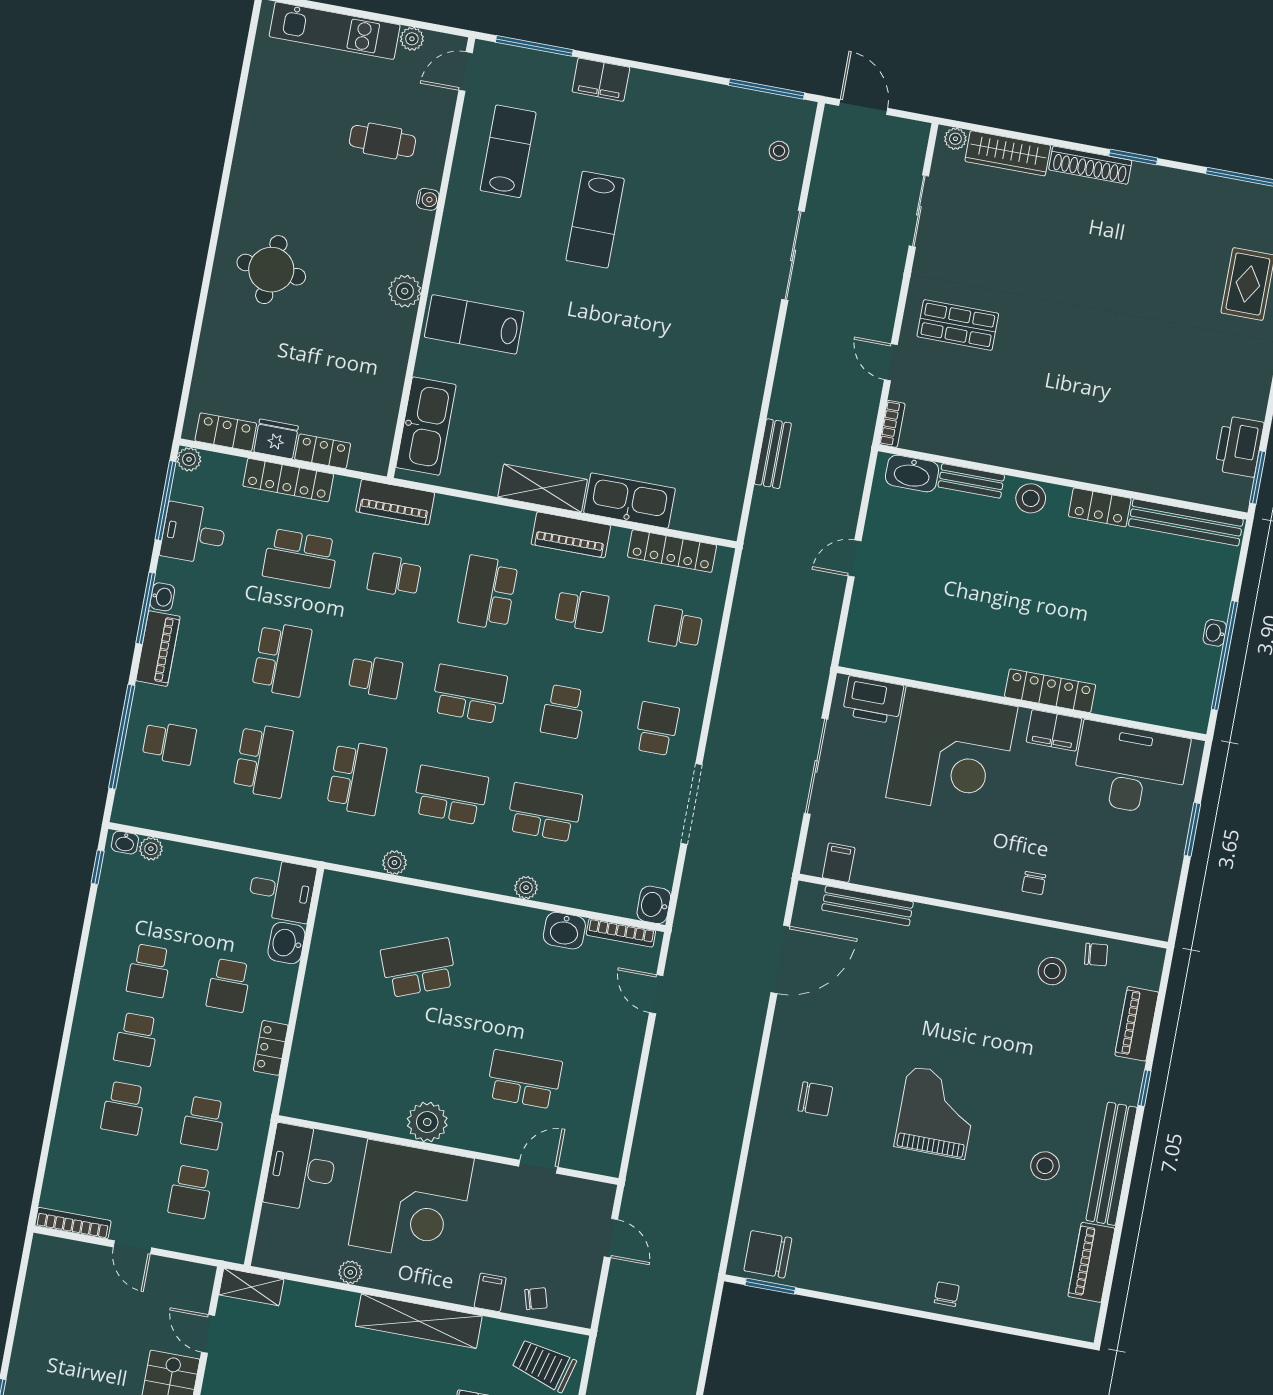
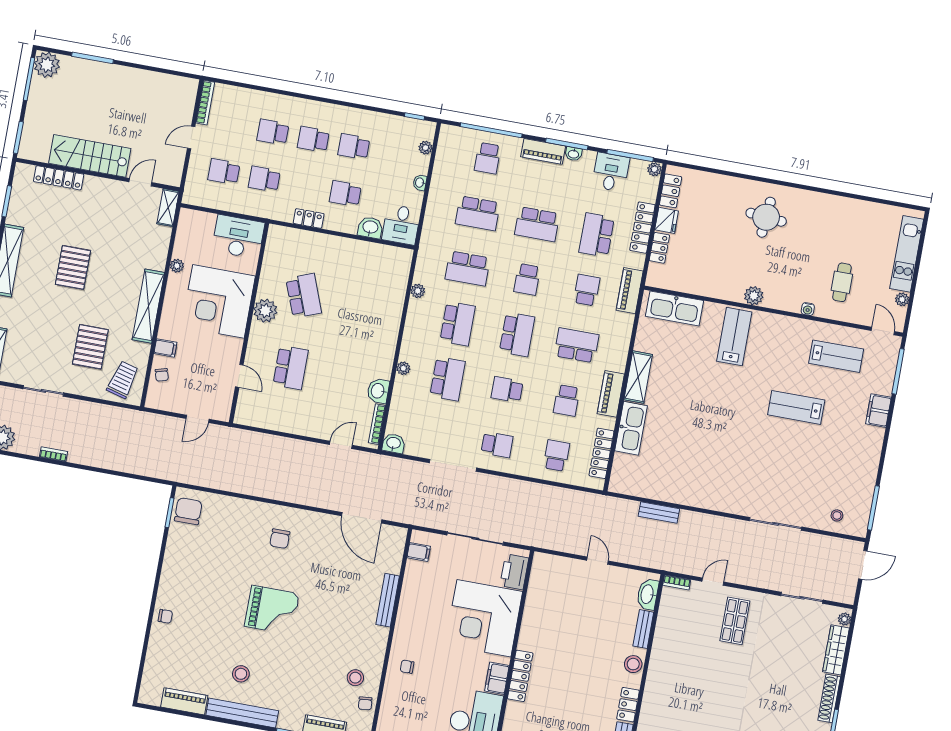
washbasin: (125, 843) -> (420, 183), moved
bench: (867, 906) -> (388, 600), moved
school desk: (419, 968) -> (304, 296), moved

